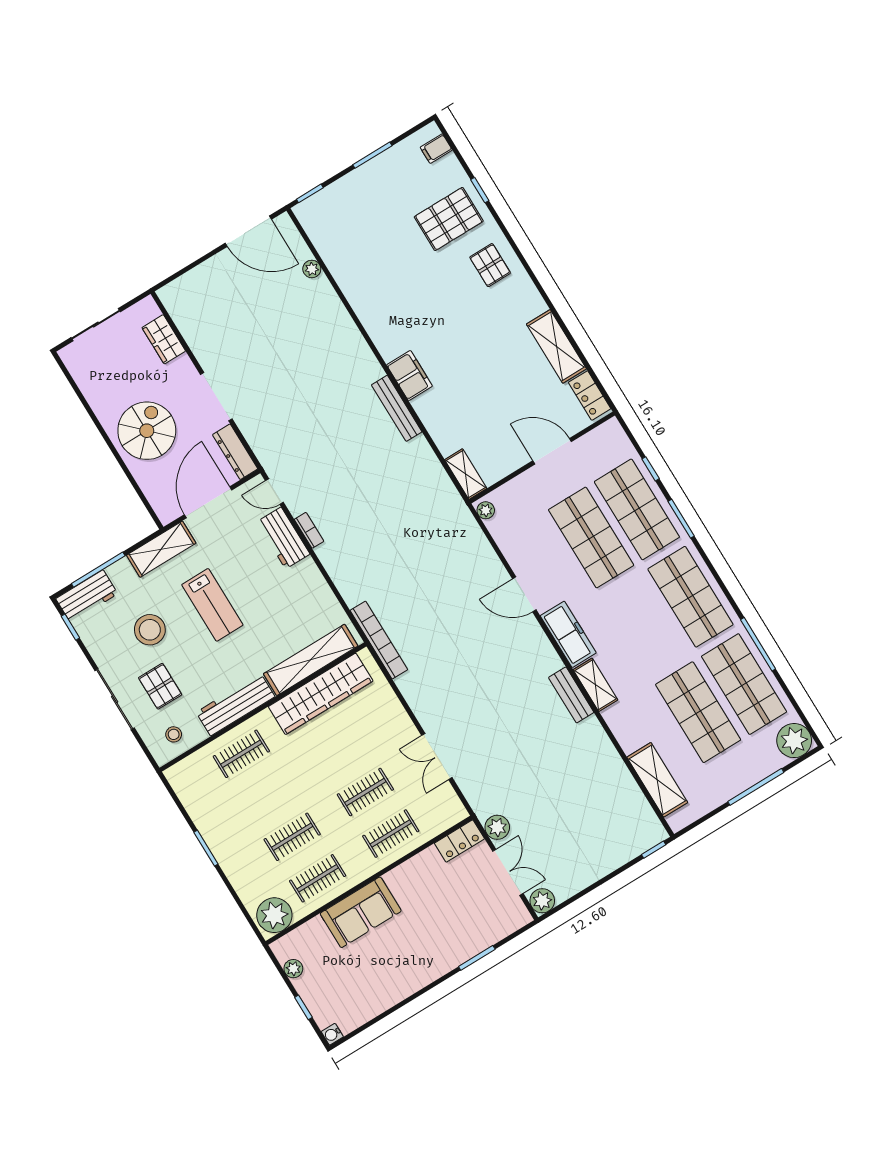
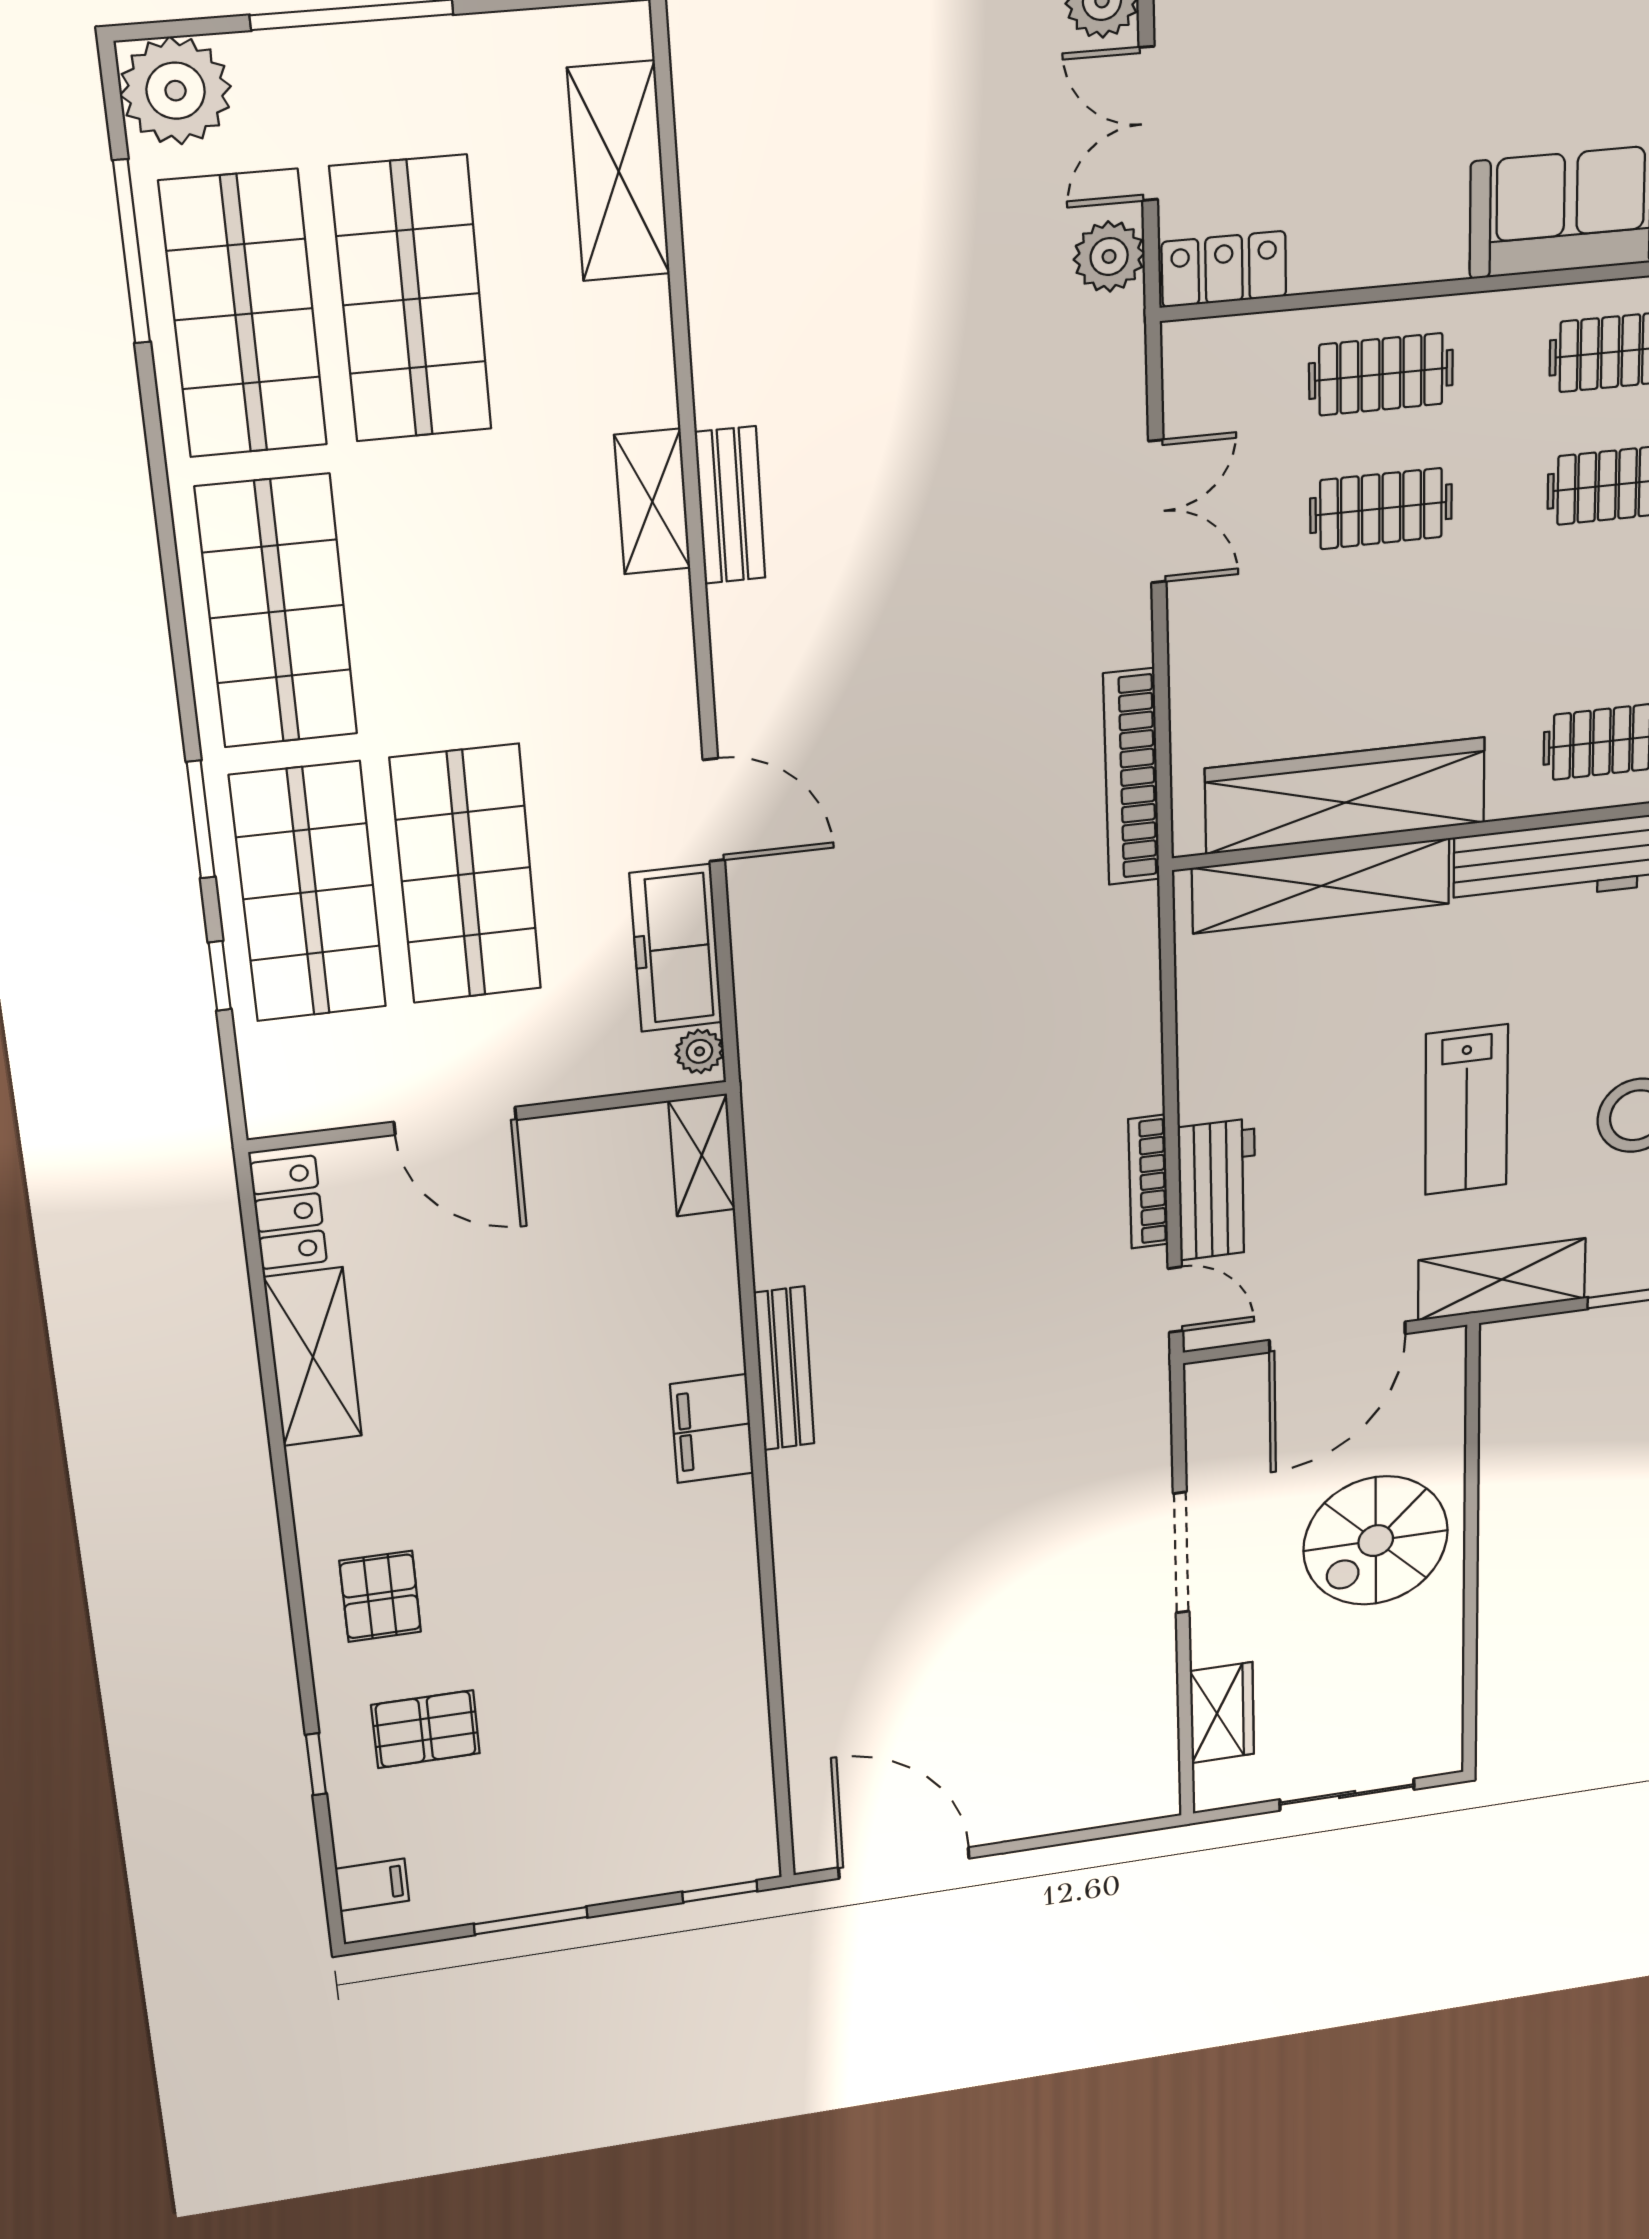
pallet: (449, 219) -> (426, 1729), width x0.67, depth x0.71
plant: (312, 269) -> (807, 1737), removed
dresser: (235, 452) -> (1211, 1421), removed
bookcase: (309, 530) -> (1148, 1182), width x1.56
lab bench: (212, 605) -> (1466, 1110), turned 180
freezer: (568, 634) -> (676, 948), moved
bookcase: (379, 640) -> (1132, 777), moved
window: (758, 644) -> (131, 252), moved

